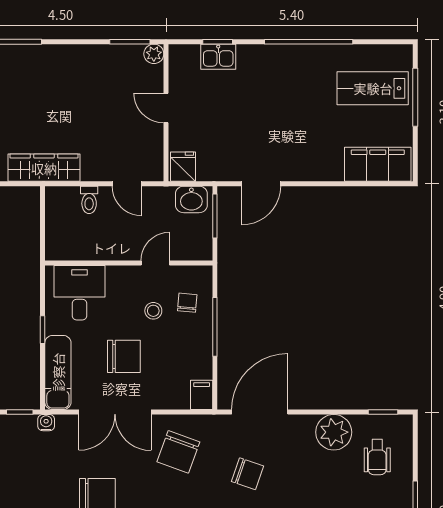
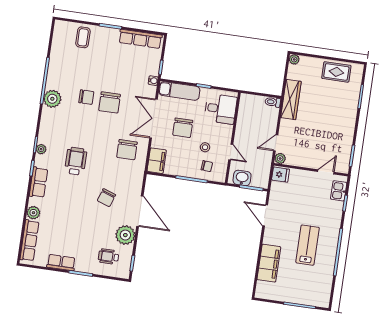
plant: (154, 54) -> (280, 158), moved
kitchen sink: (218, 57) -> (339, 191), moved
lab bench: (373, 88) -> (308, 245), moved
door: (166, 108) -> (326, 172), moved
filing cabinet: (378, 164) -> (269, 263), moved
washbasin: (191, 199) -> (242, 178), moved, turned 90
toilet: (89, 200) -> (273, 102), moved
filing cabinet: (202, 395) -> (157, 161), width x2.00
door: (260, 412) -> (140, 211), moved
chair: (178, 452) -> (127, 150), turned -110
chair: (247, 474) -> (106, 198), moved

